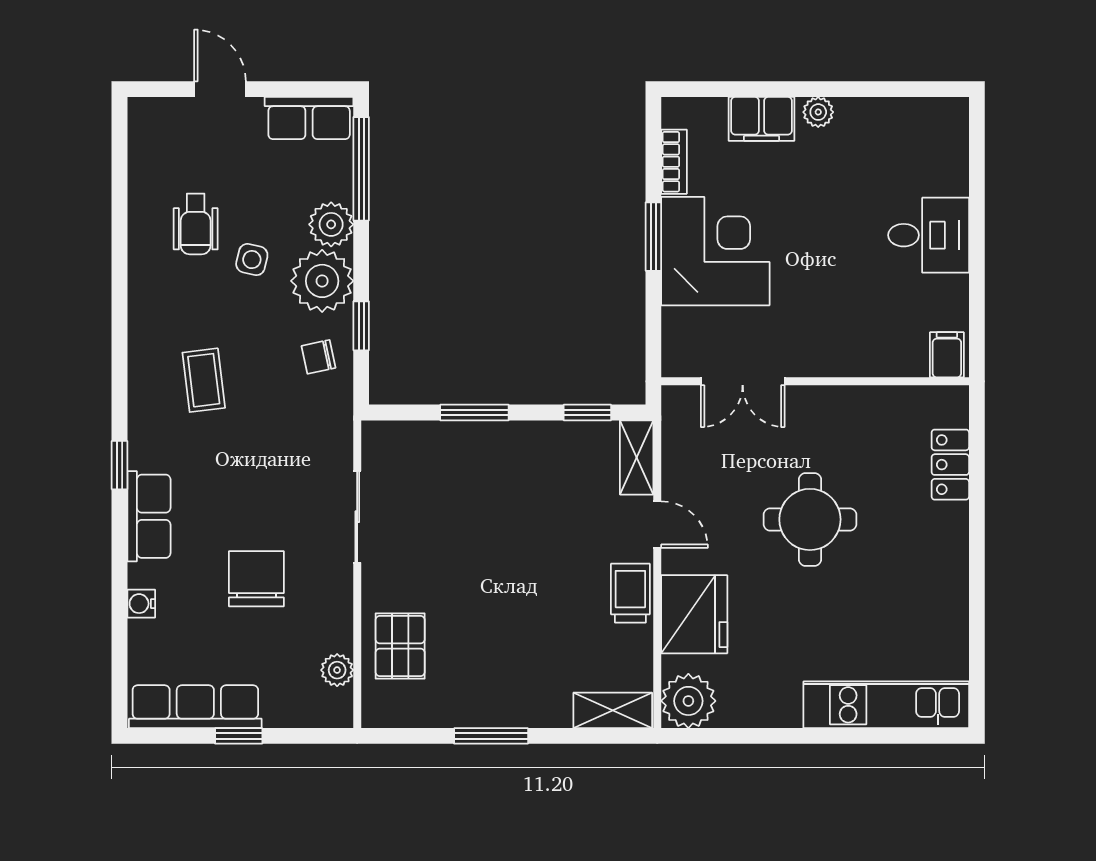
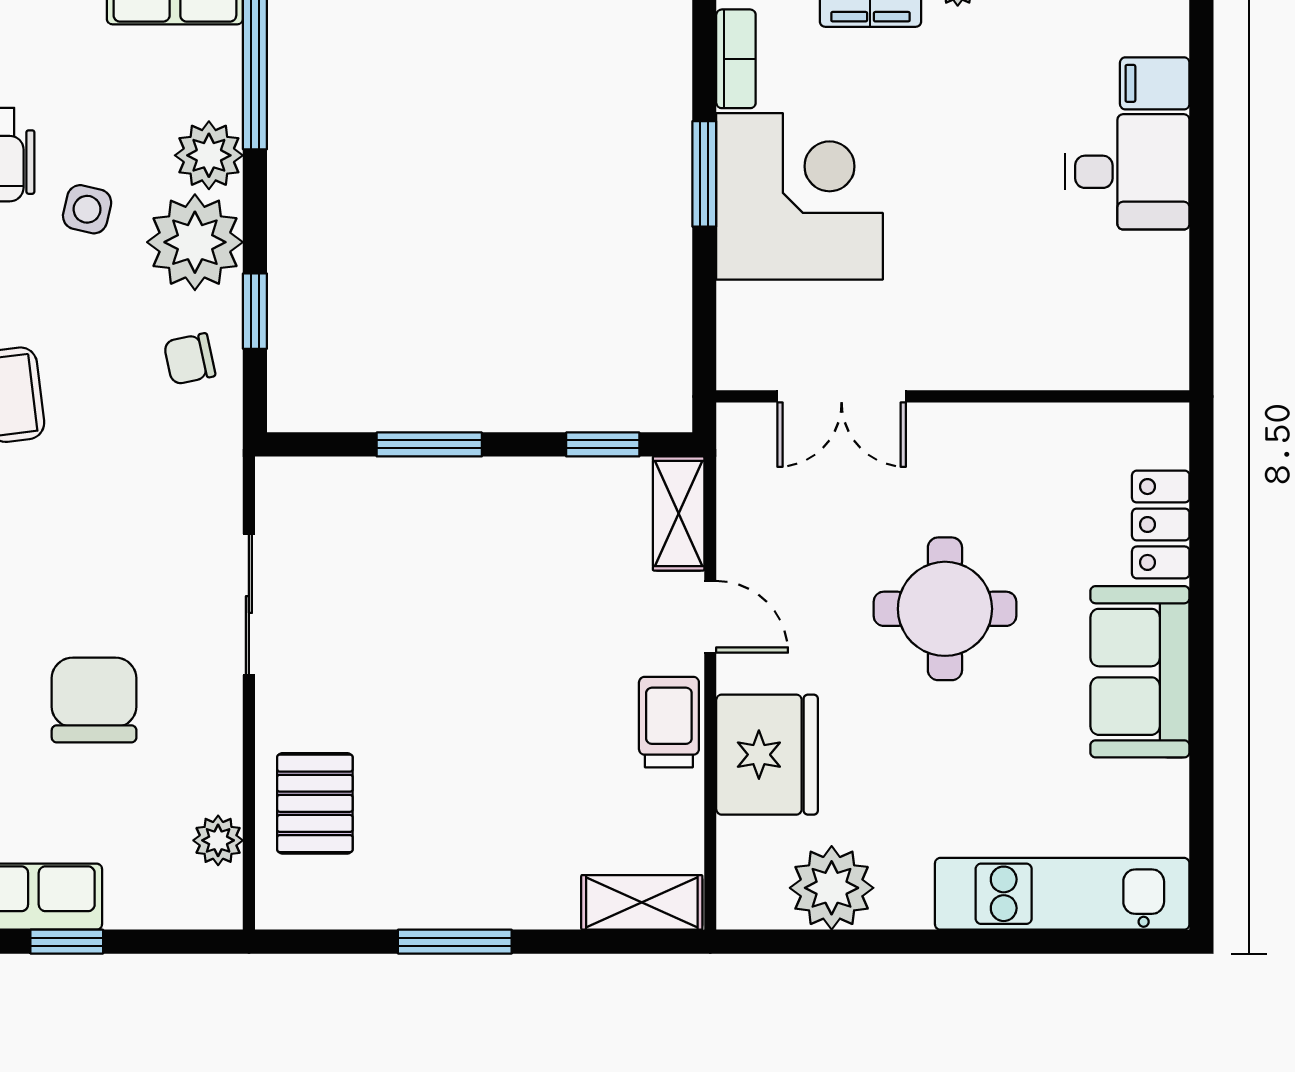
filing cabinet: (947, 355) -> (1155, 83), moved, turned -90
sofa: (937, 560) -> (1140, 672), added
plant: (688, 701) -> (832, 888), moved

